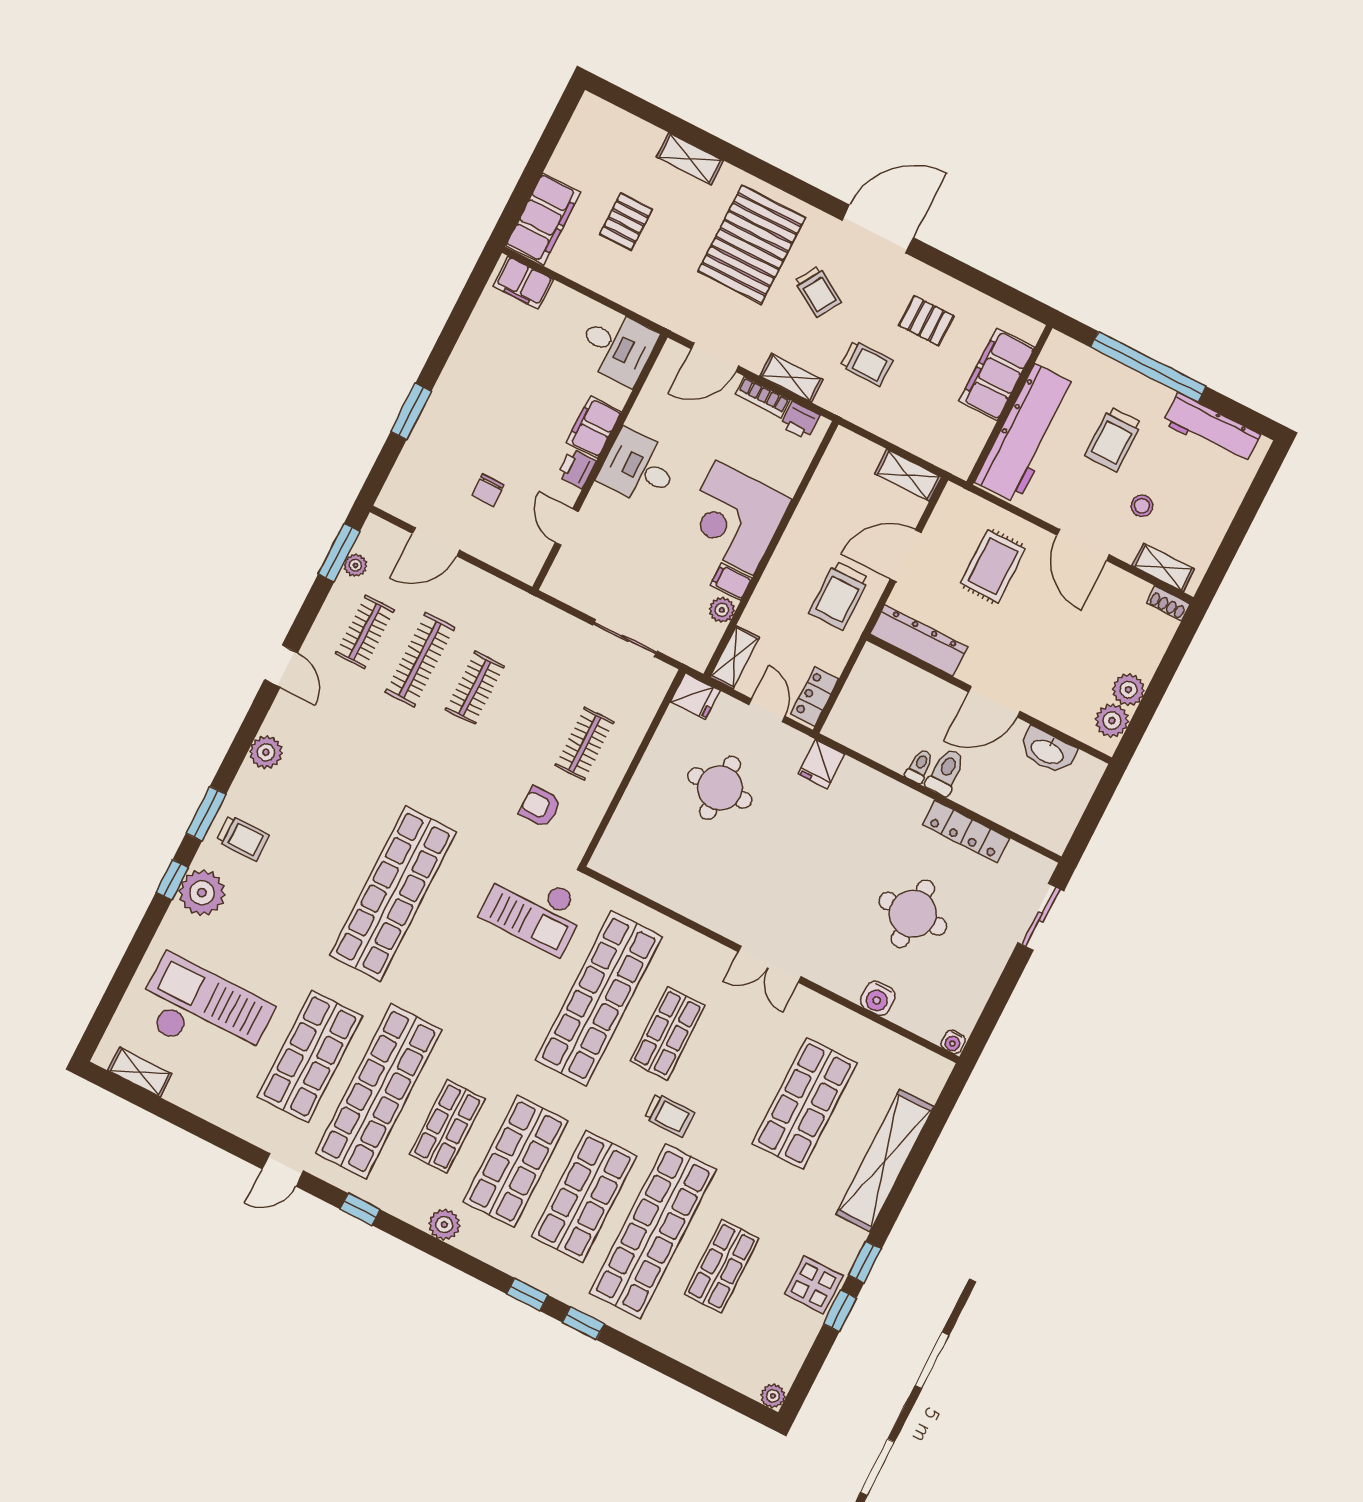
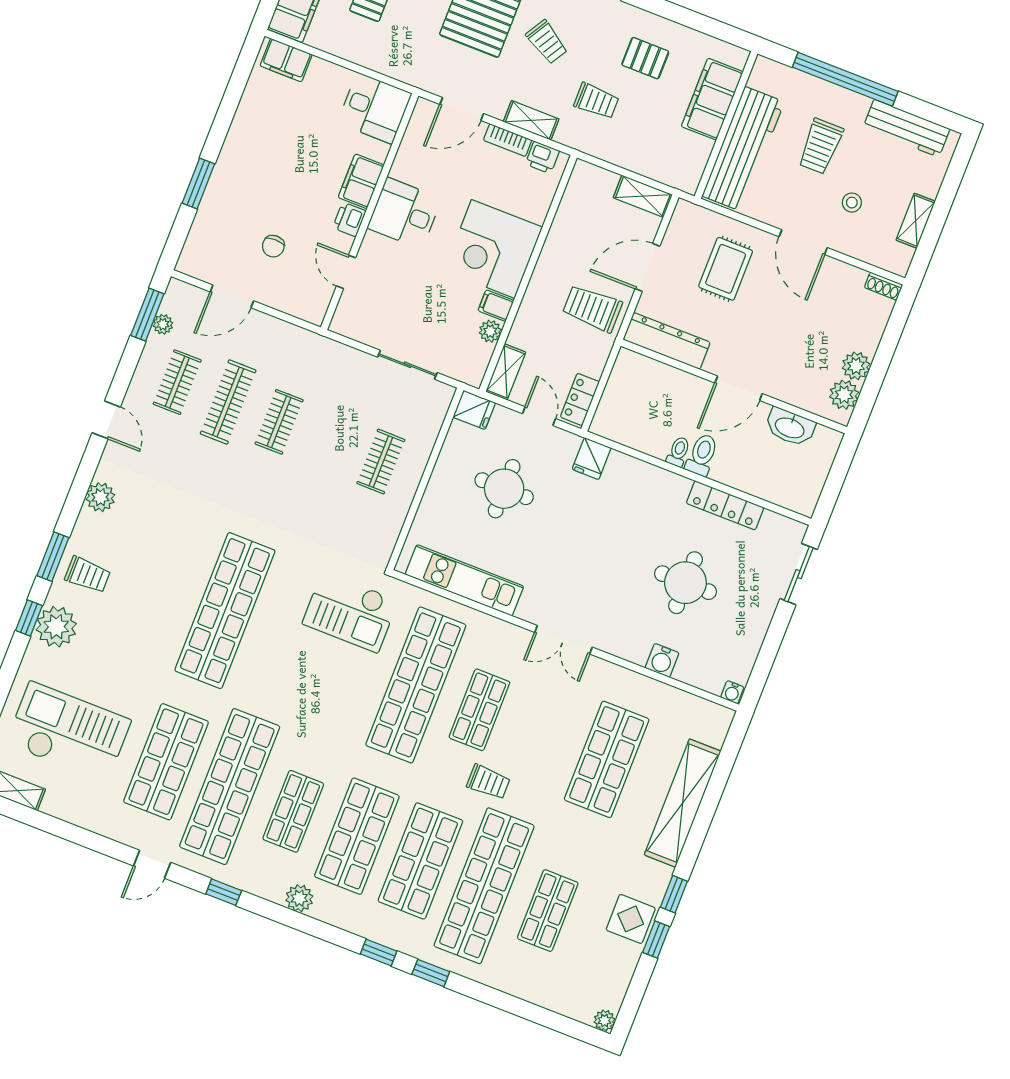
shelving: (1163, 567) -> (916, 221), moved, turned 90
trolley: (839, 596) -> (592, 308), turned 90
armchair: (540, 807) -> (347, 521), removed
kitchen unit: (665, 886) -> (464, 580), added

